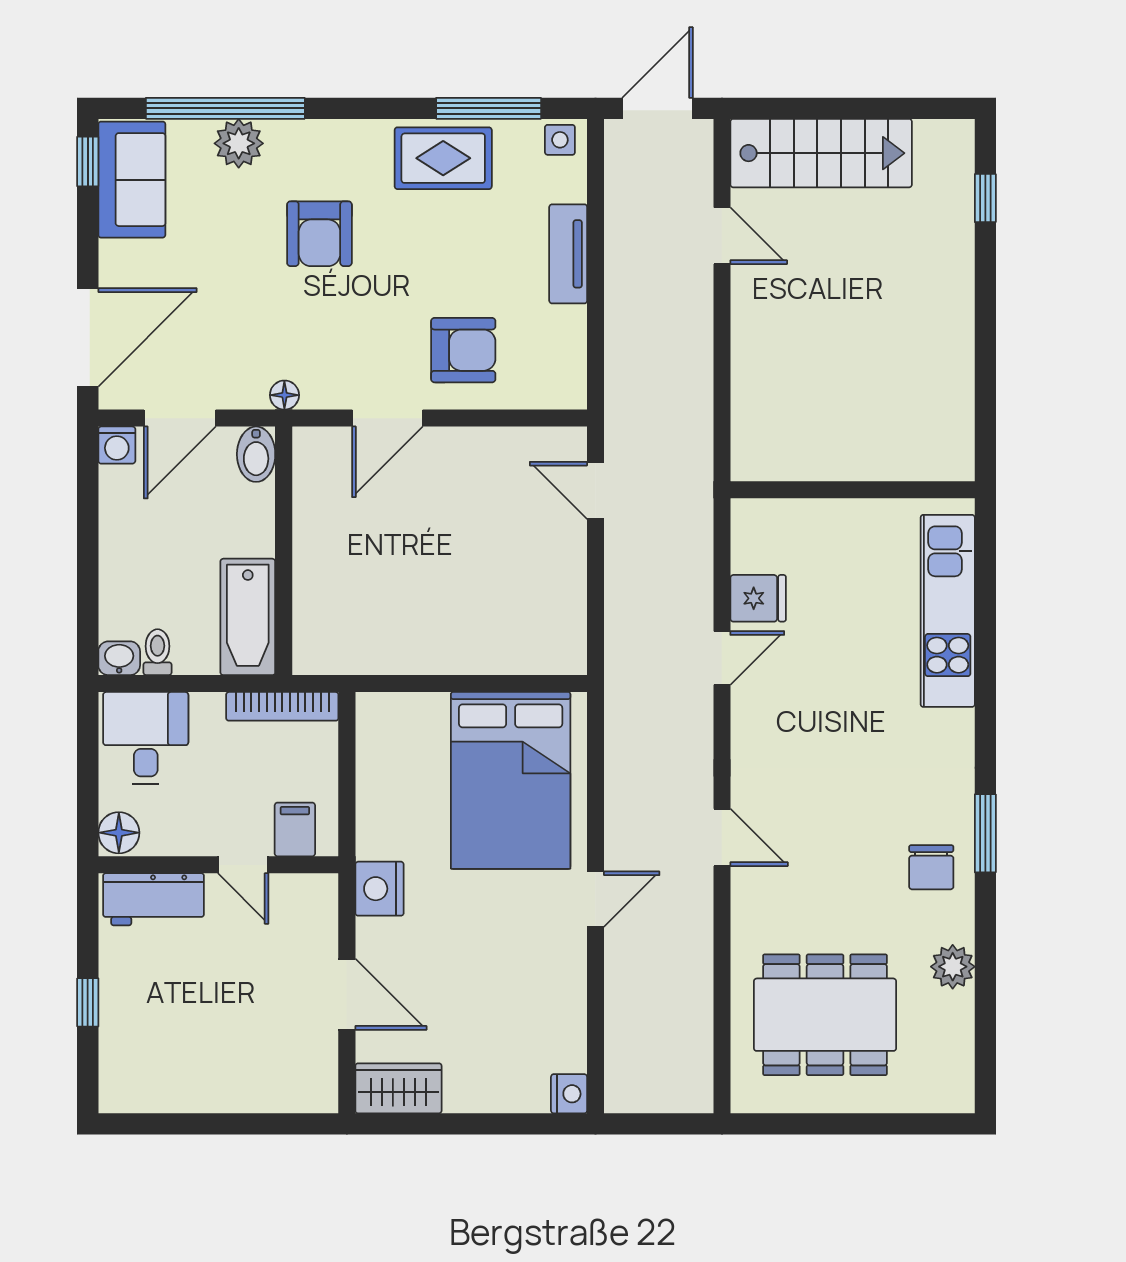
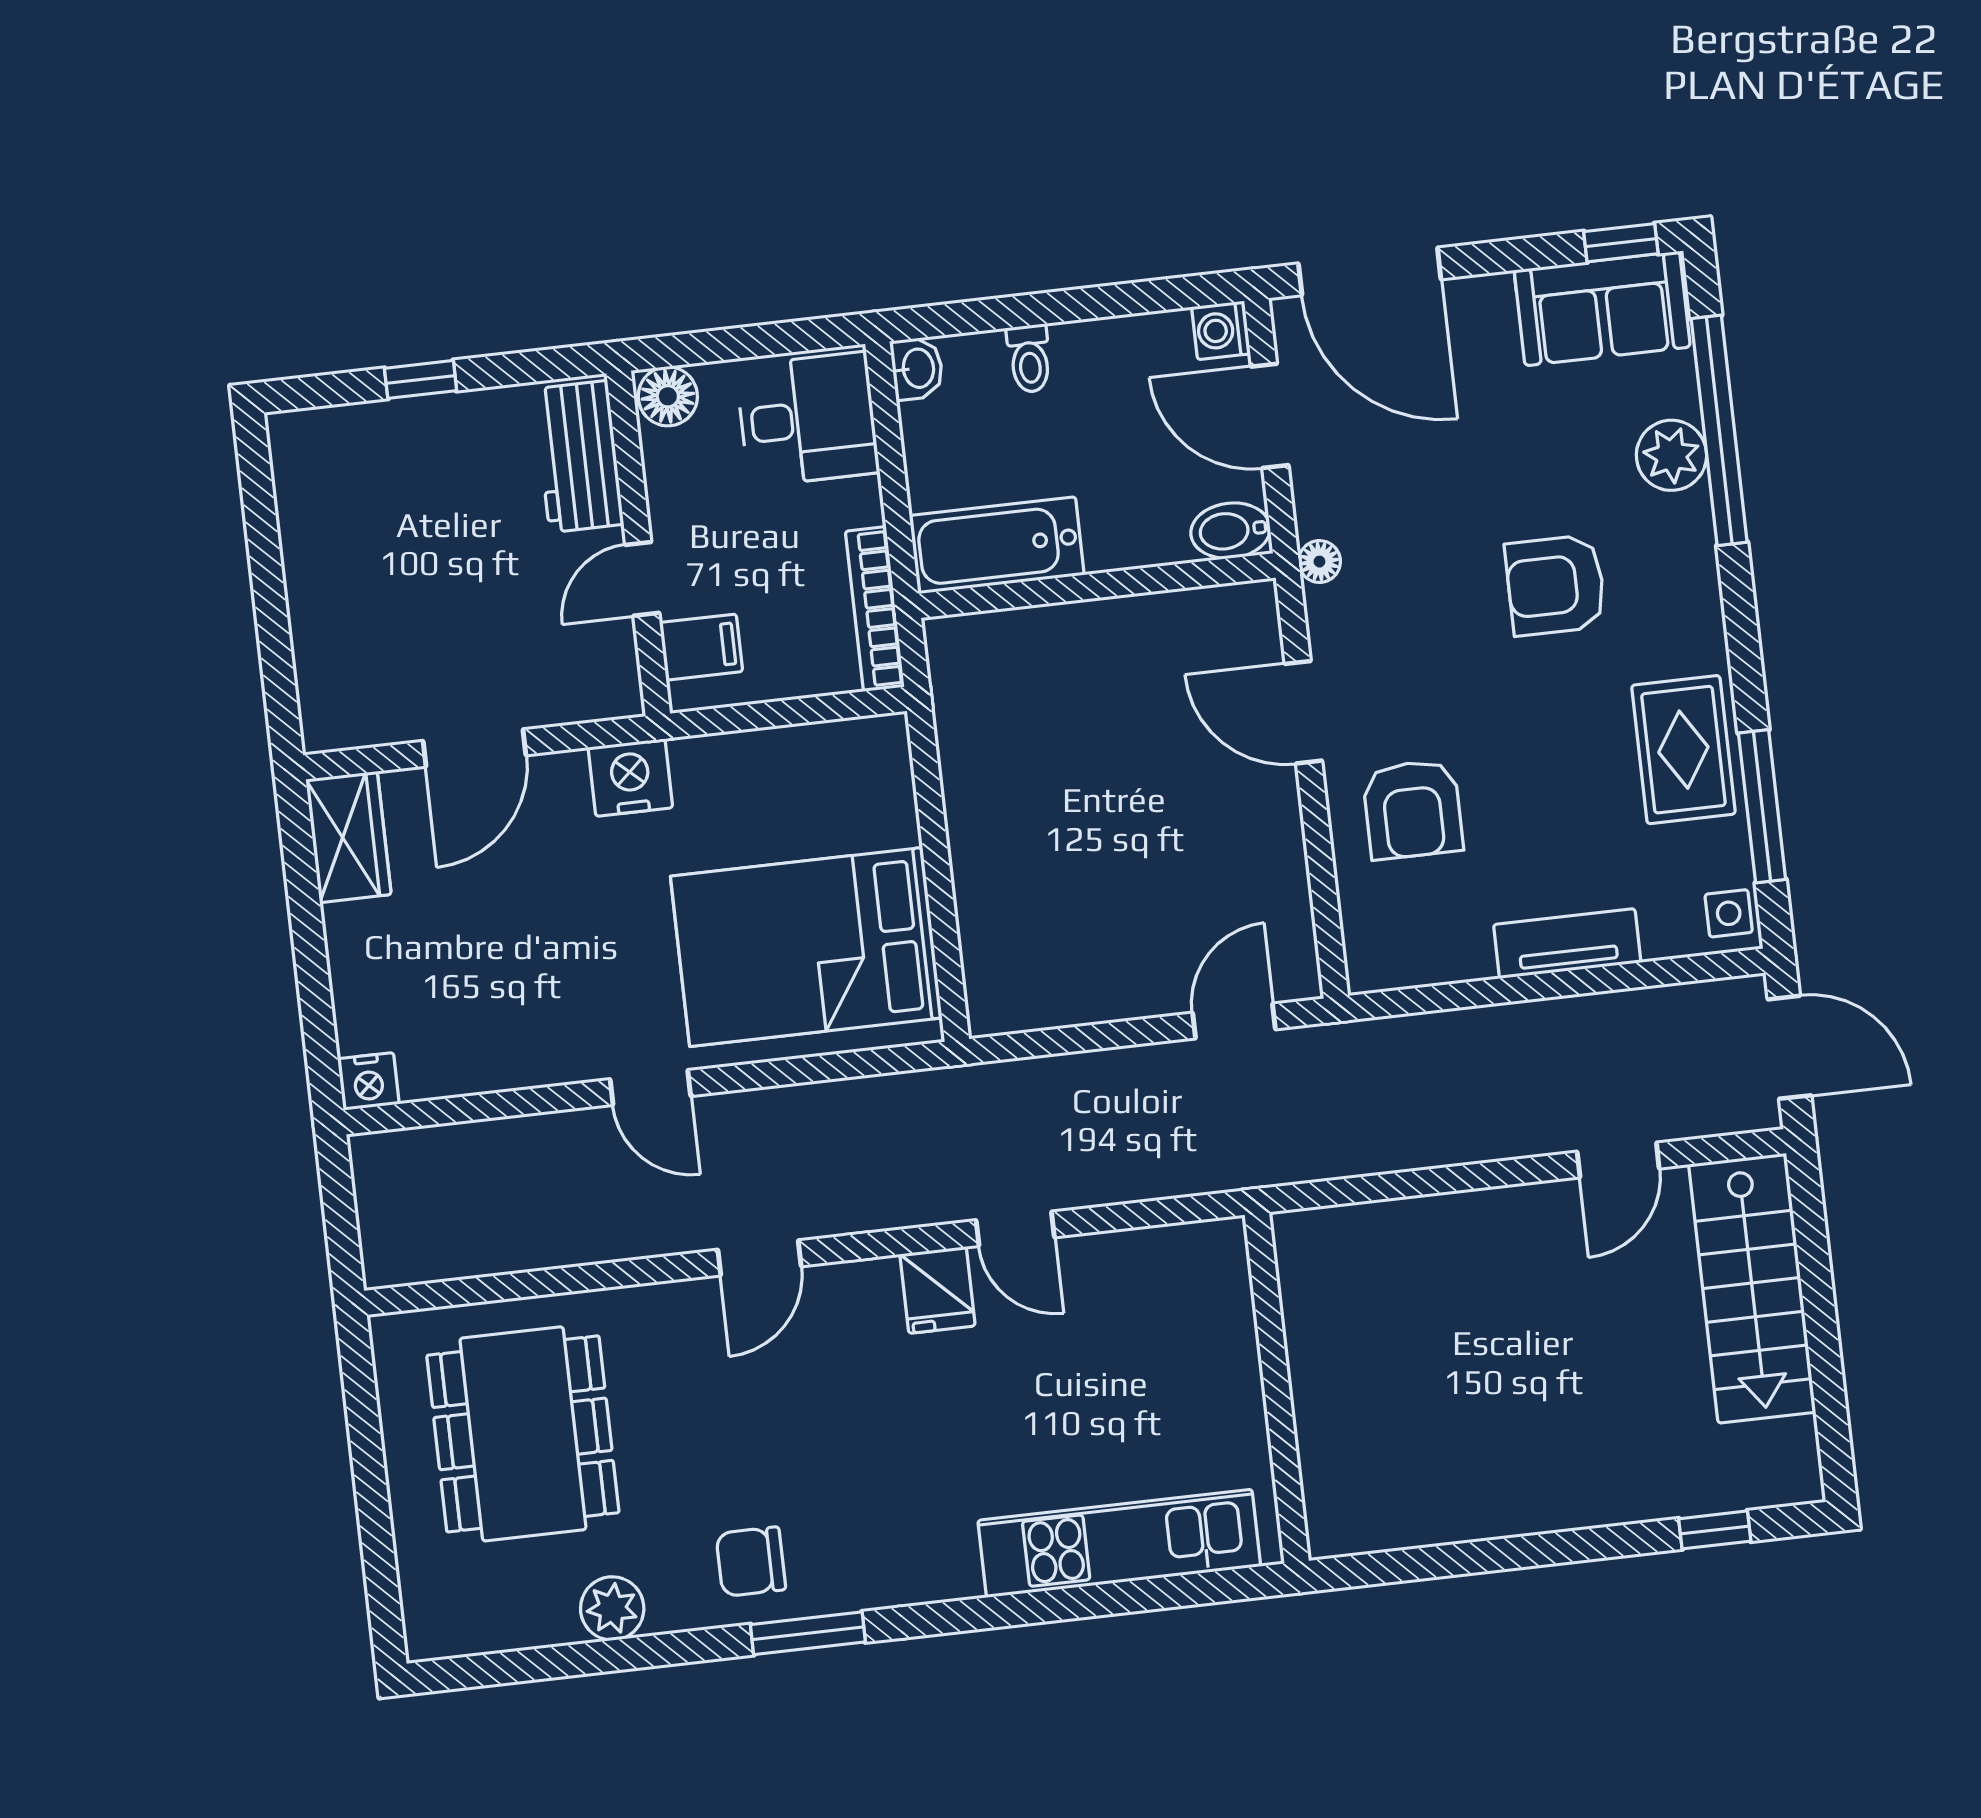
fridge: (758, 598) -> (937, 1290), moved
toilet: (158, 652) -> (1029, 359), moved, turned 90

